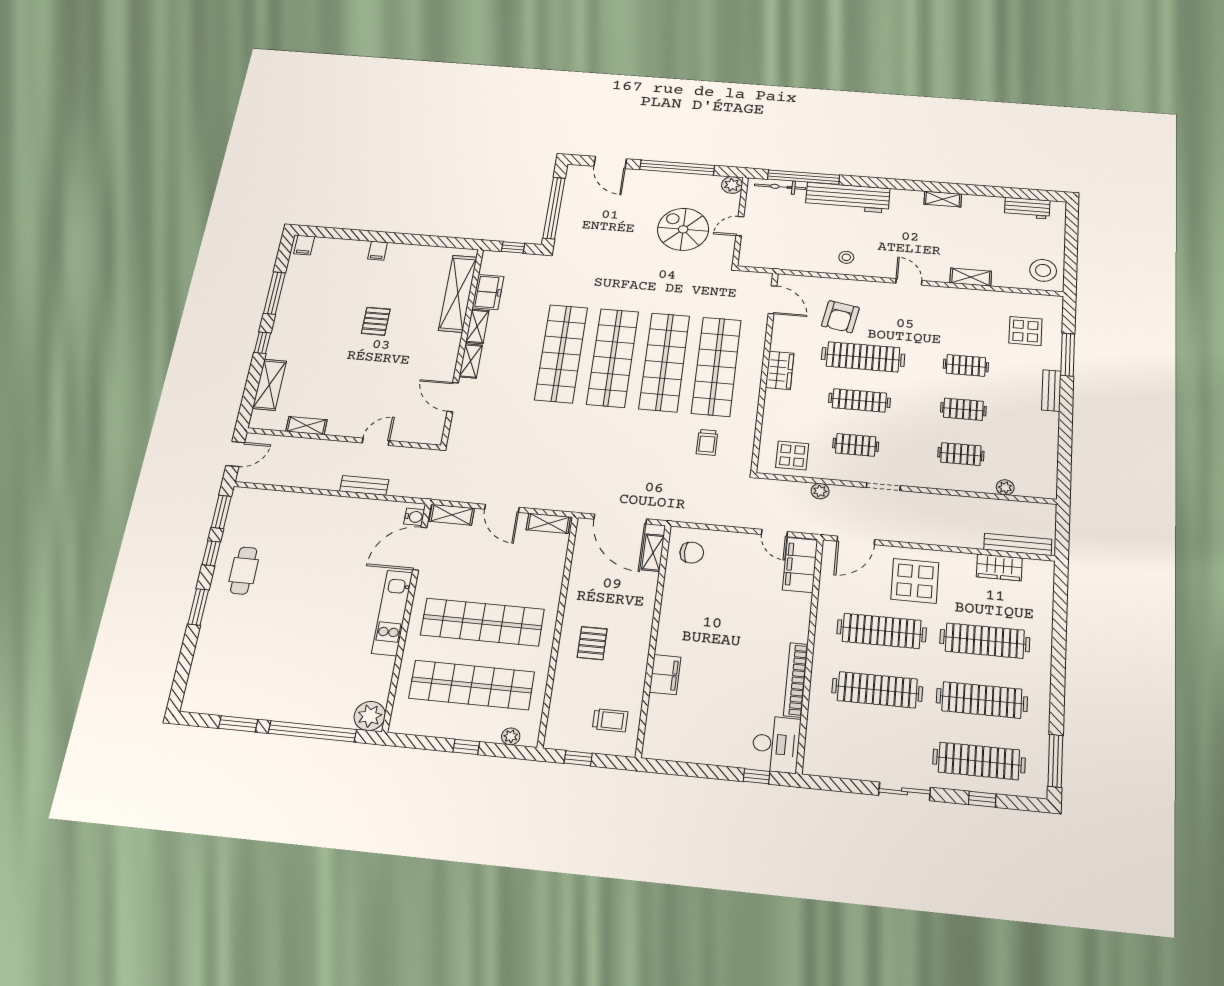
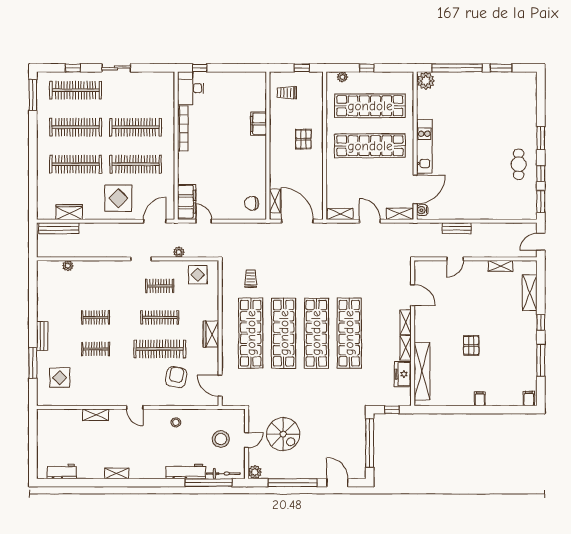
workbench: (848, 198) -> (186, 471), width x0.73, depth x0.76
stool: (1043, 270) -> (221, 439), moved
clothes rail: (961, 454) -> (96, 286), removed

